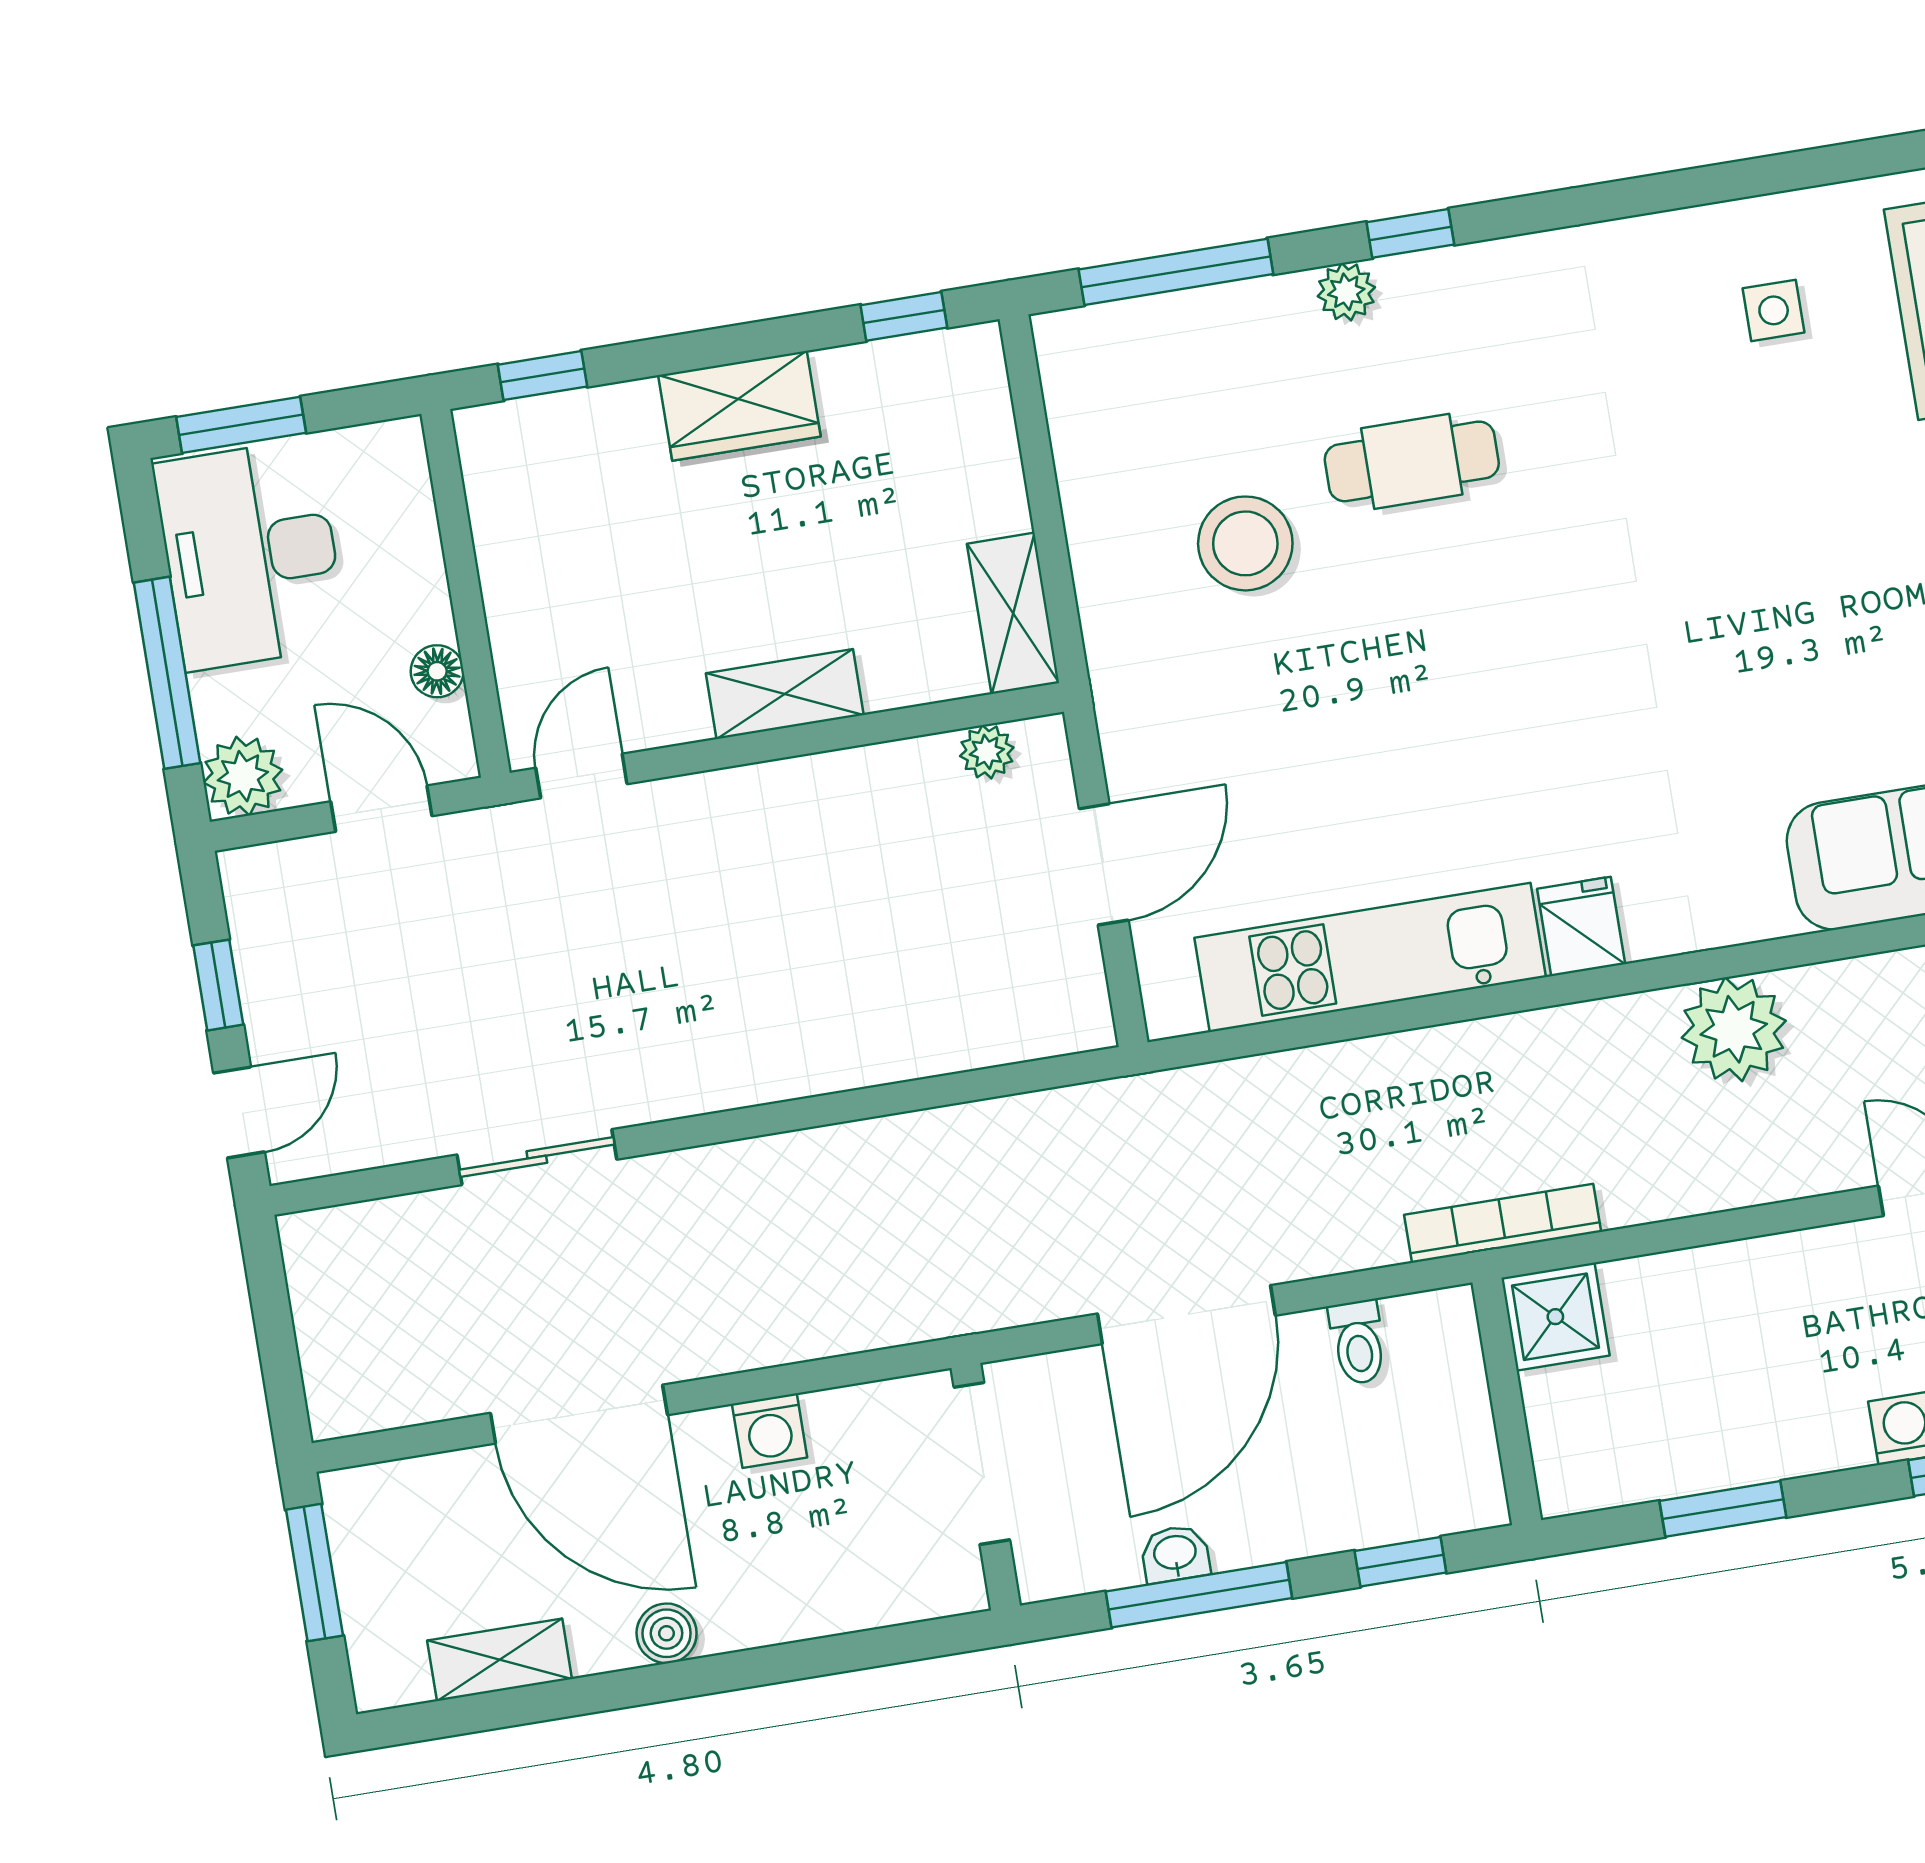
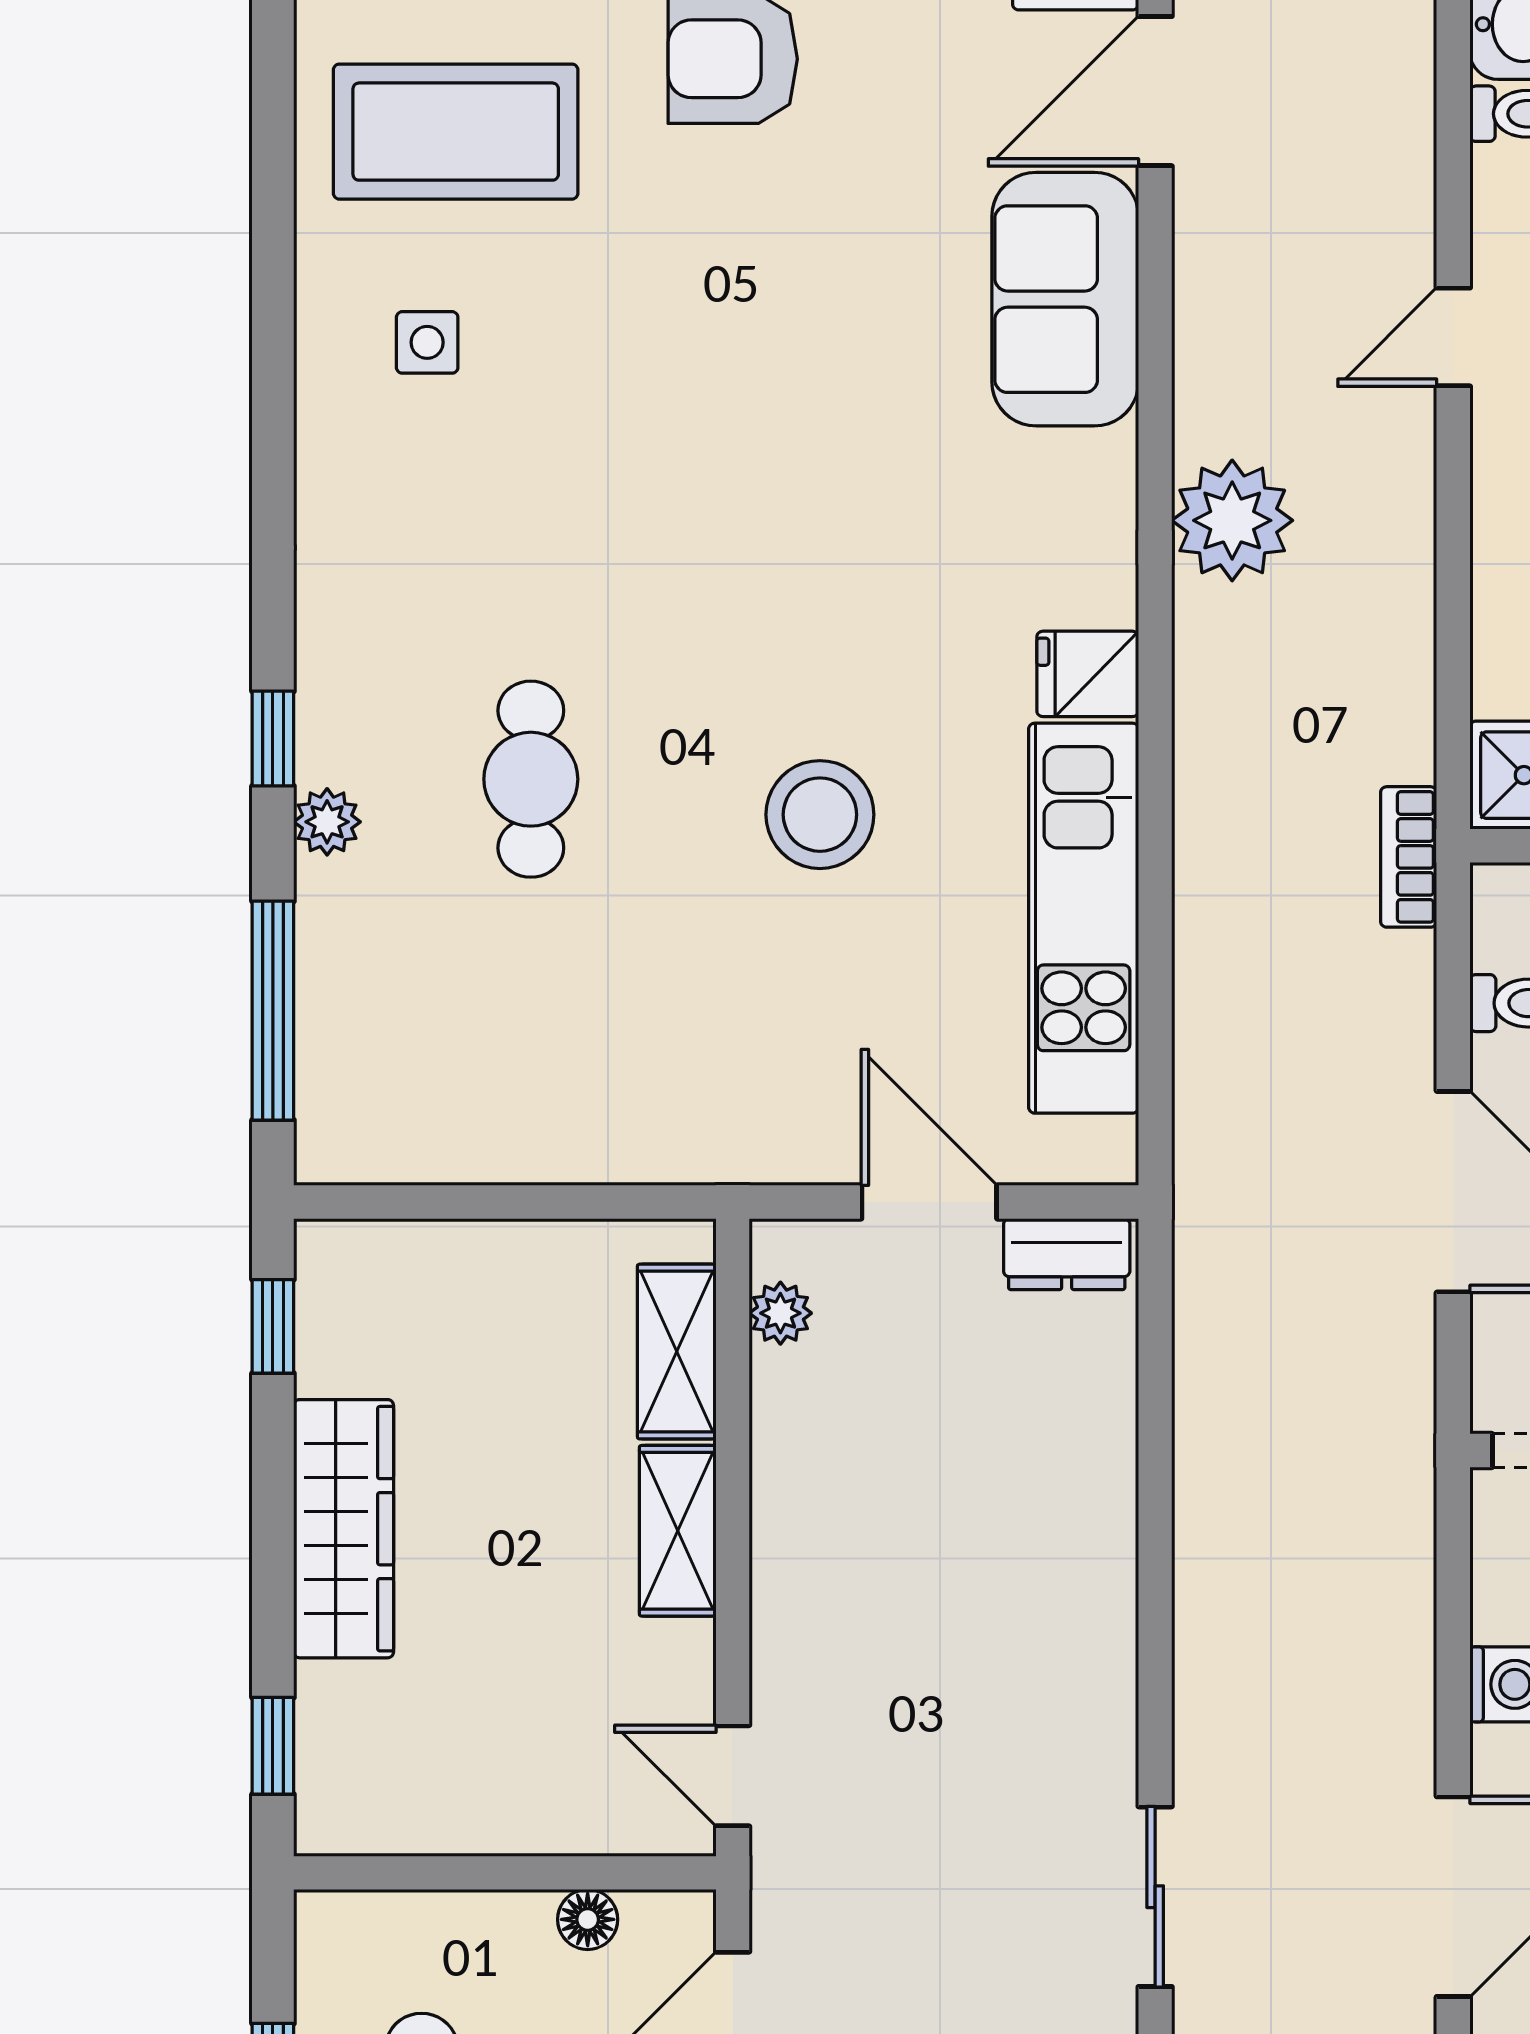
wardrobe: (739, 406) -> (344, 1529), width x1.50
stool: (1245, 543) -> (820, 815), moved
shelving: (1013, 613) -> (677, 1352), moved, turned 90
dresser: (1078, 990) -> (1067, 1254), added
bookcase: (1503, 1223) -> (1409, 857), width x0.64

